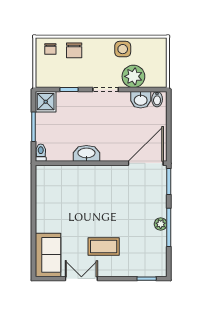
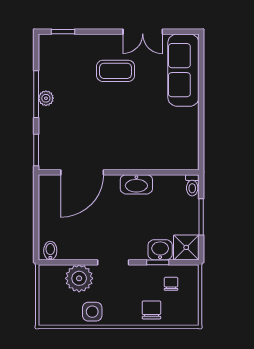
chair: (50, 49) -> (171, 284), moved
washbasin: (141, 100) -> (160, 250), moved
door: (146, 163) -> (82, 172), moved
sofa: (48, 255) -> (183, 70), width x1.36

